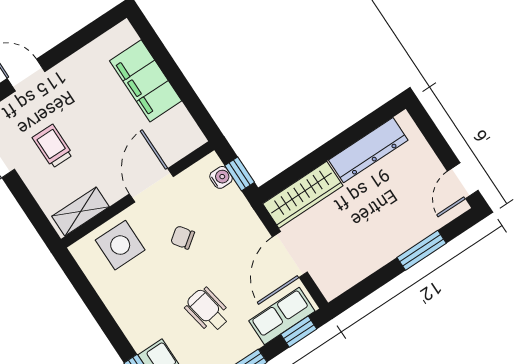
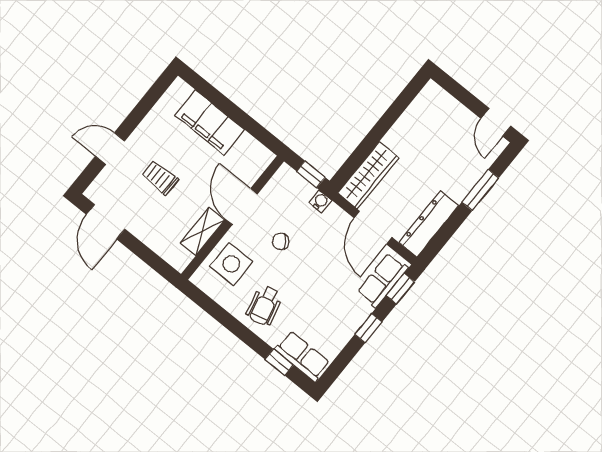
trolley: (53, 146) -> (160, 178), moved
dresser: (368, 150) -> (429, 224), moved, turned 180
water cooler: (221, 177) -> (320, 201), moved
shelving: (80, 212) -> (202, 231), moved
wheelchair: (208, 310) -> (264, 306), moved, turned -94

